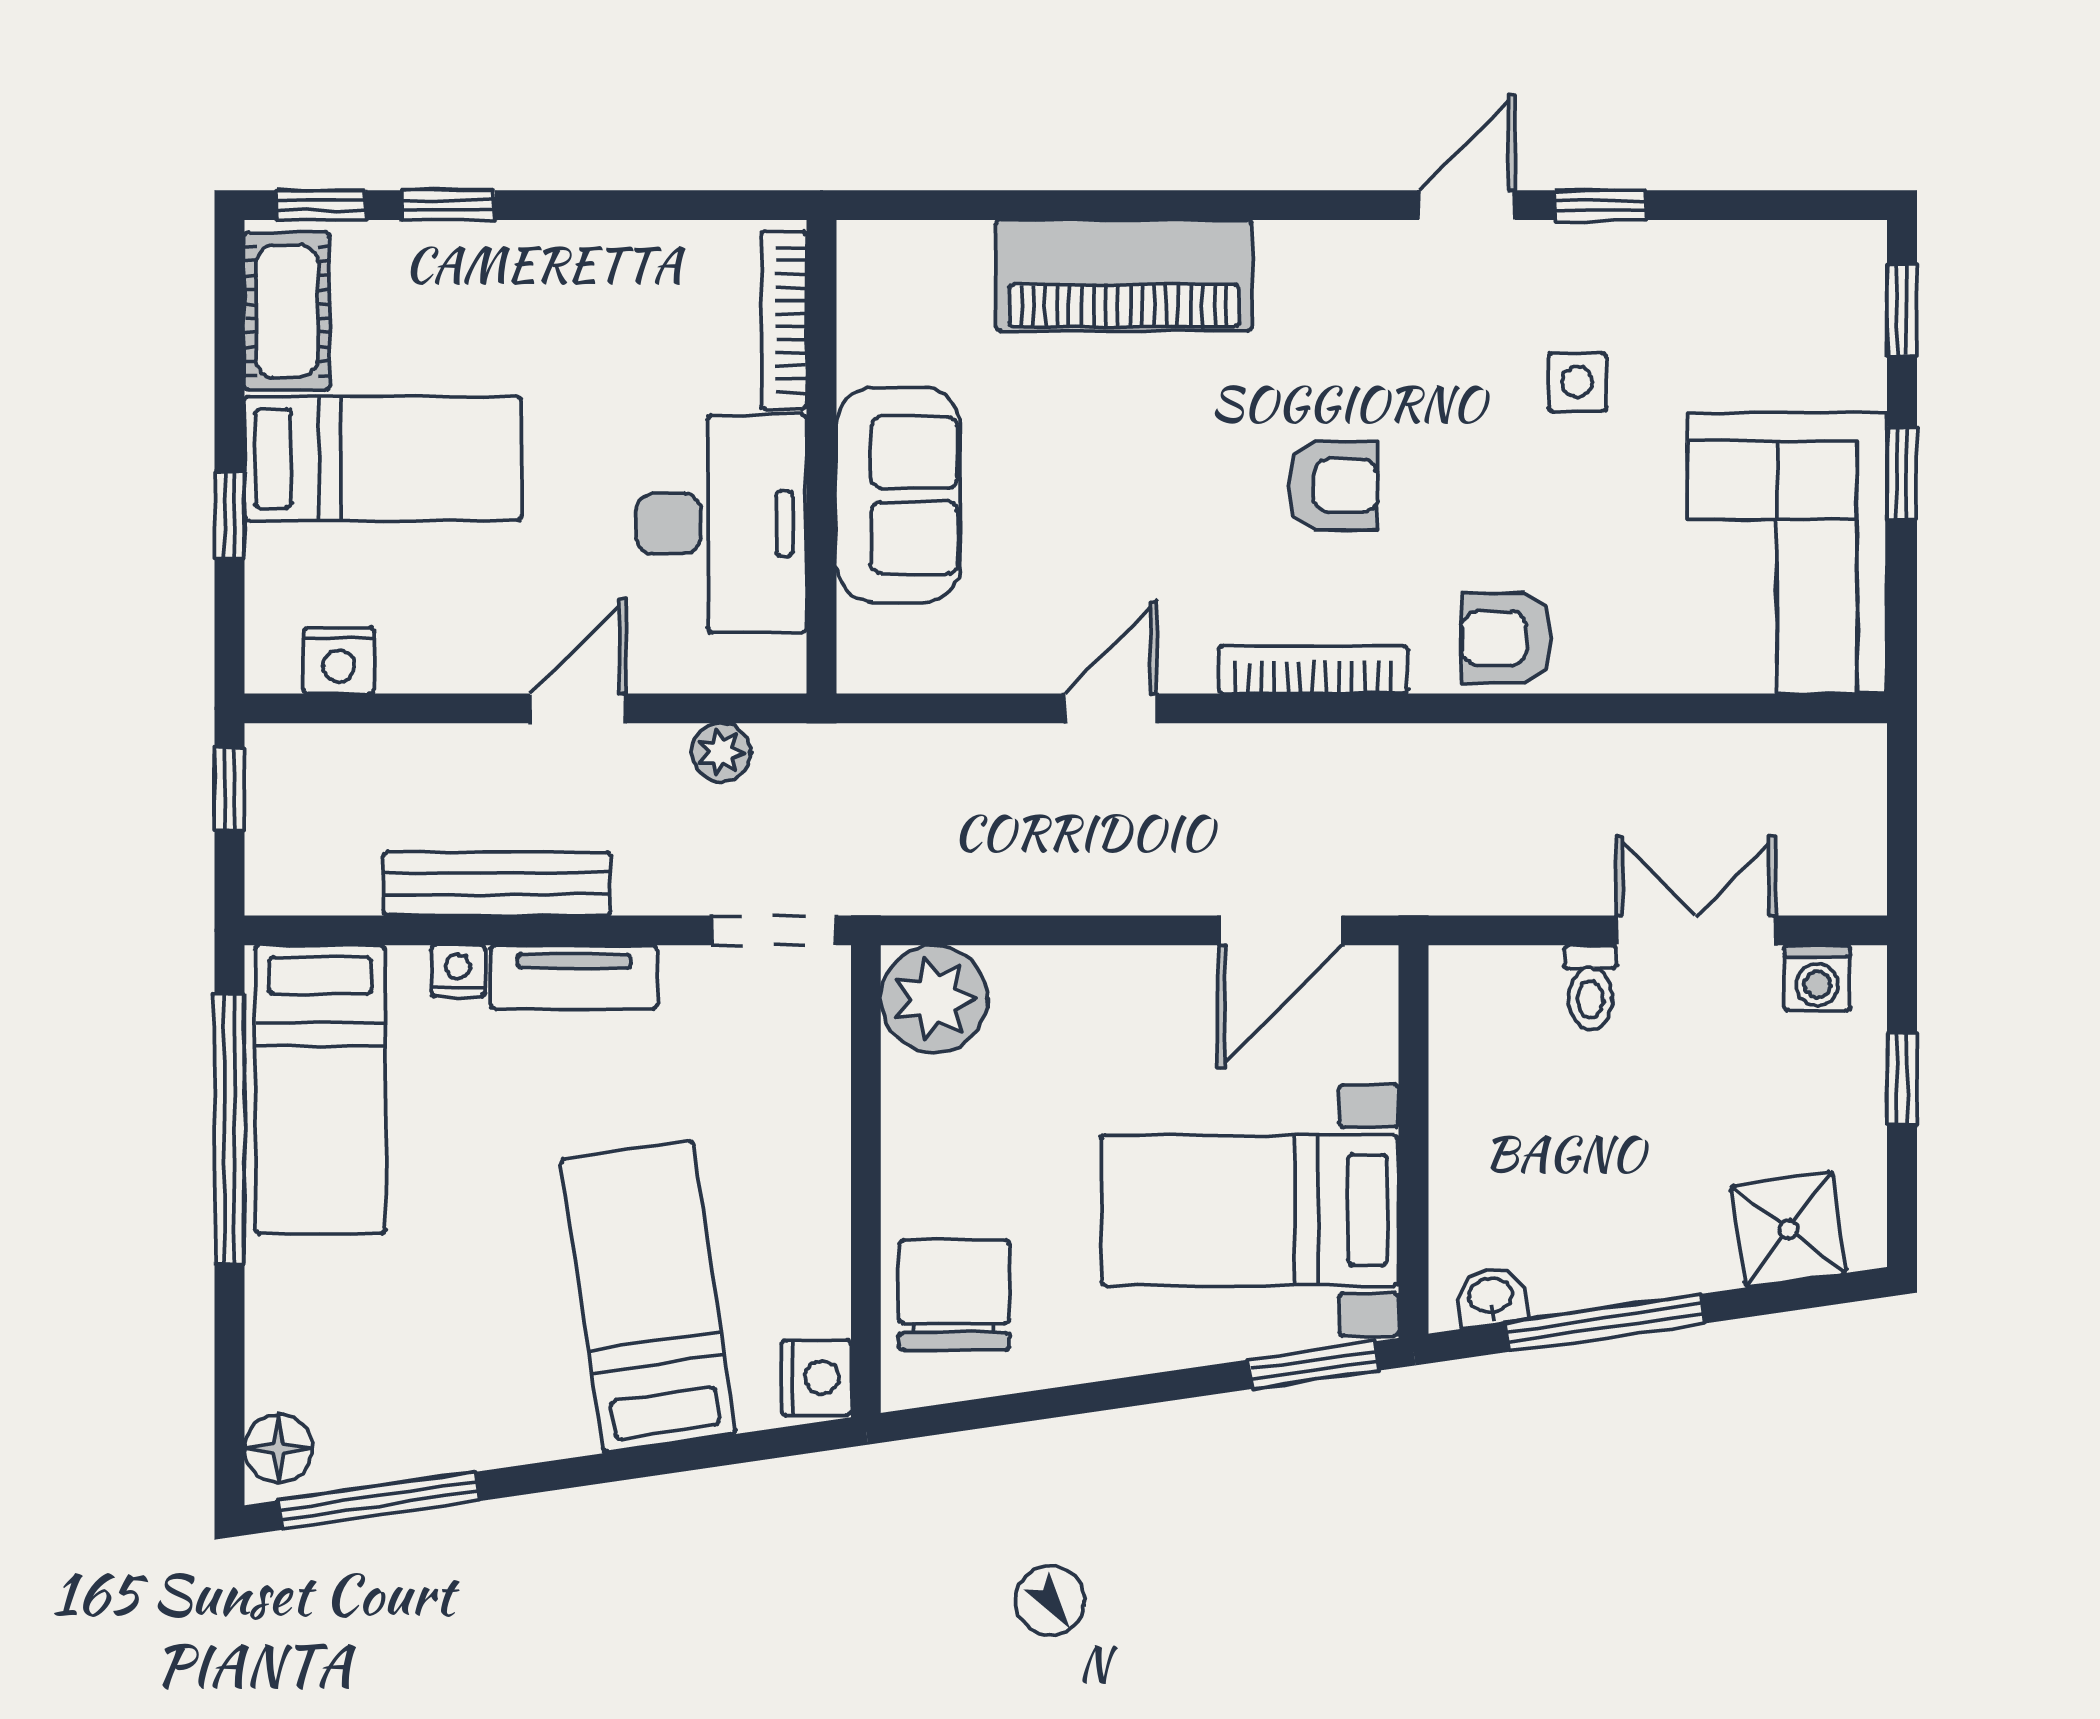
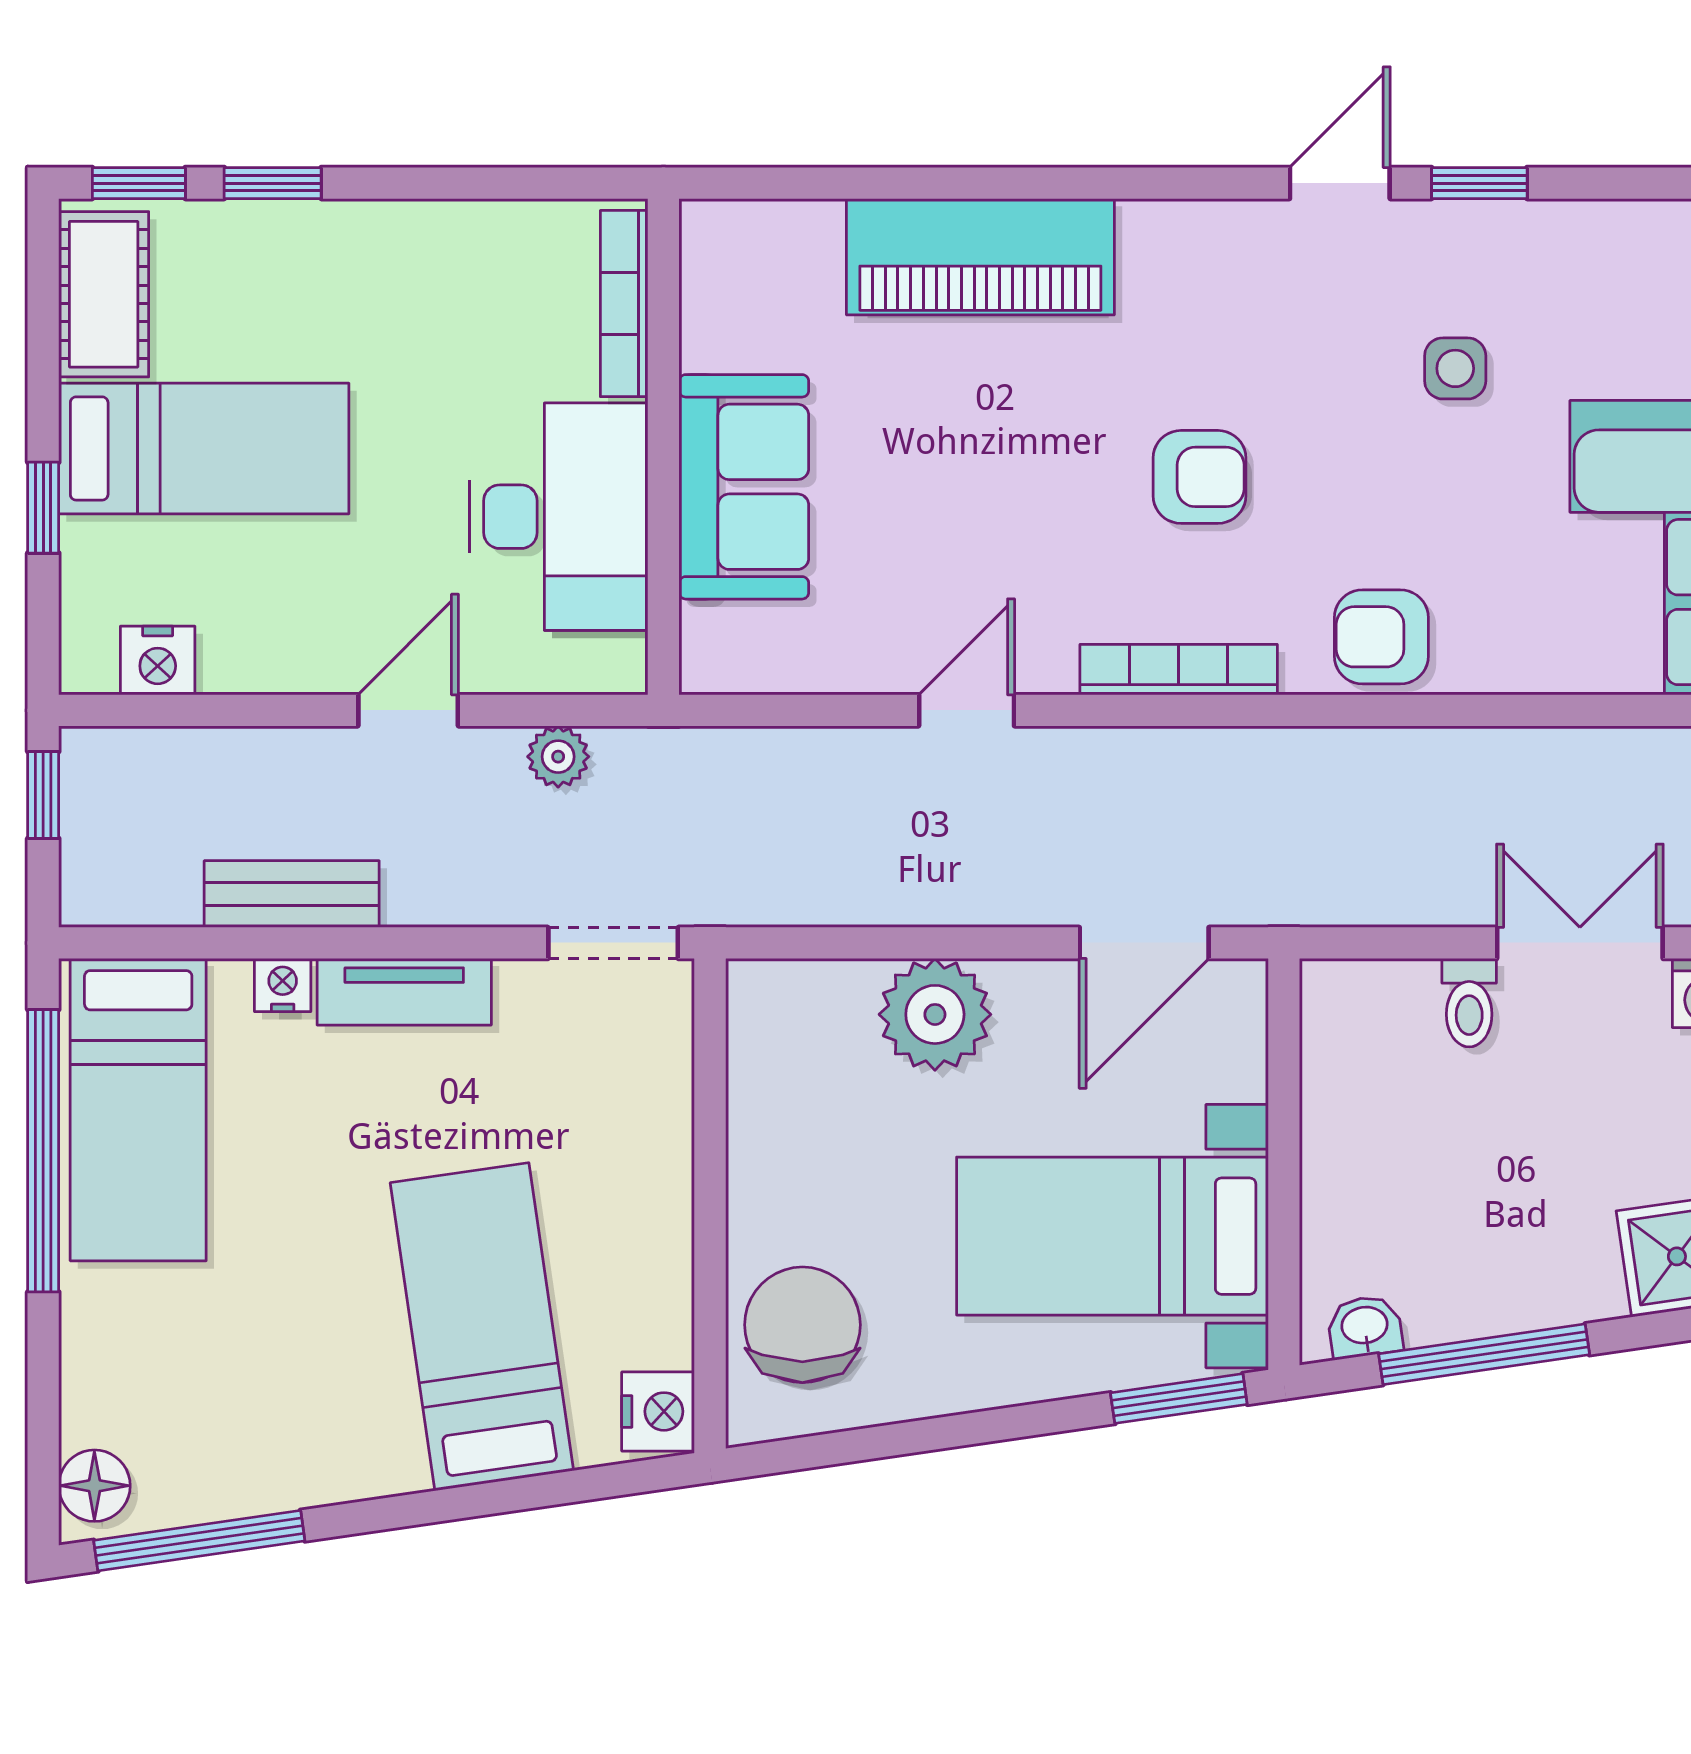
bench: (497, 884) -> (292, 894), width x0.73
plant: (934, 999) -> (935, 1014), moved

